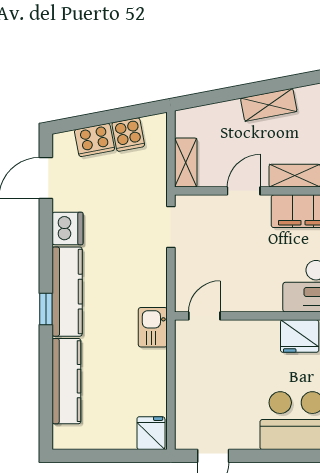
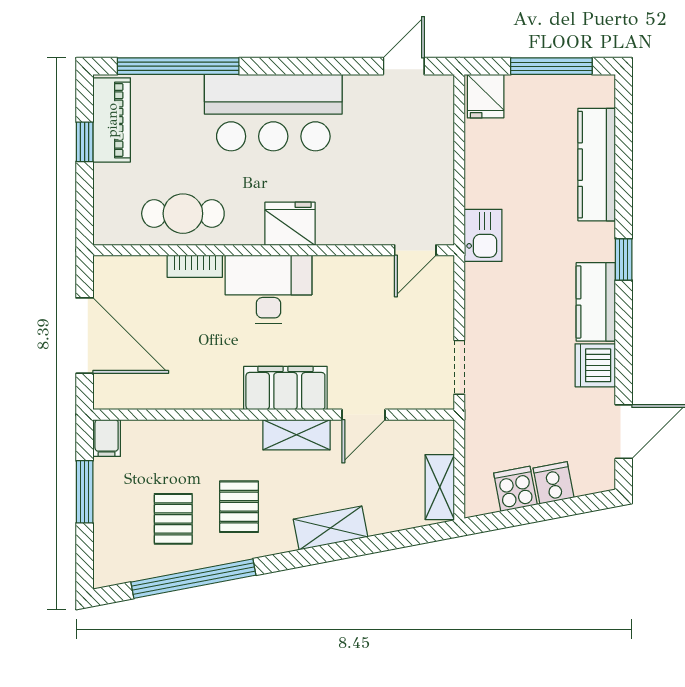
cooker: (94, 140) -> (554, 483), width x0.73
shelving: (186, 163) -> (440, 487), moved
kitchen counter: (67, 292) -> (596, 302), width x0.67
window: (101, 456) -> (551, 66), added

